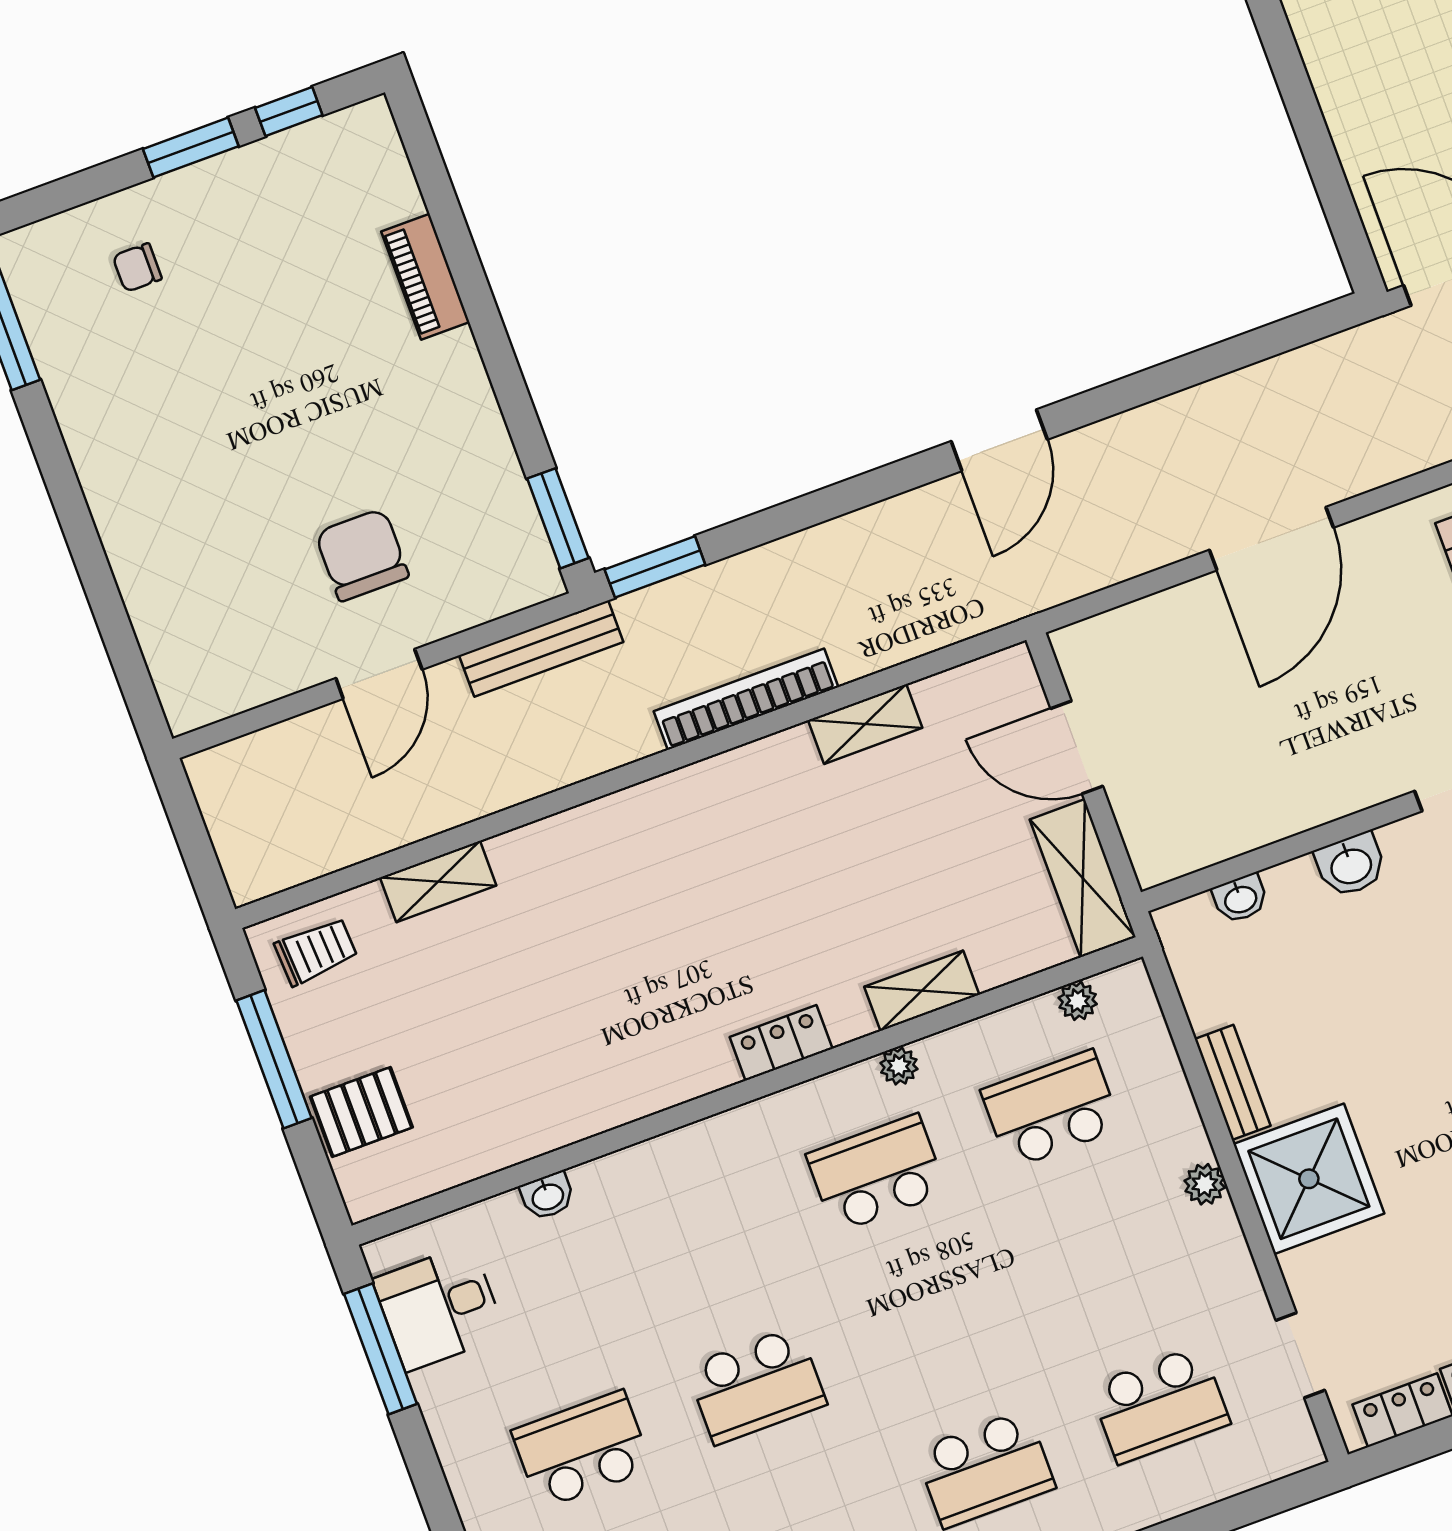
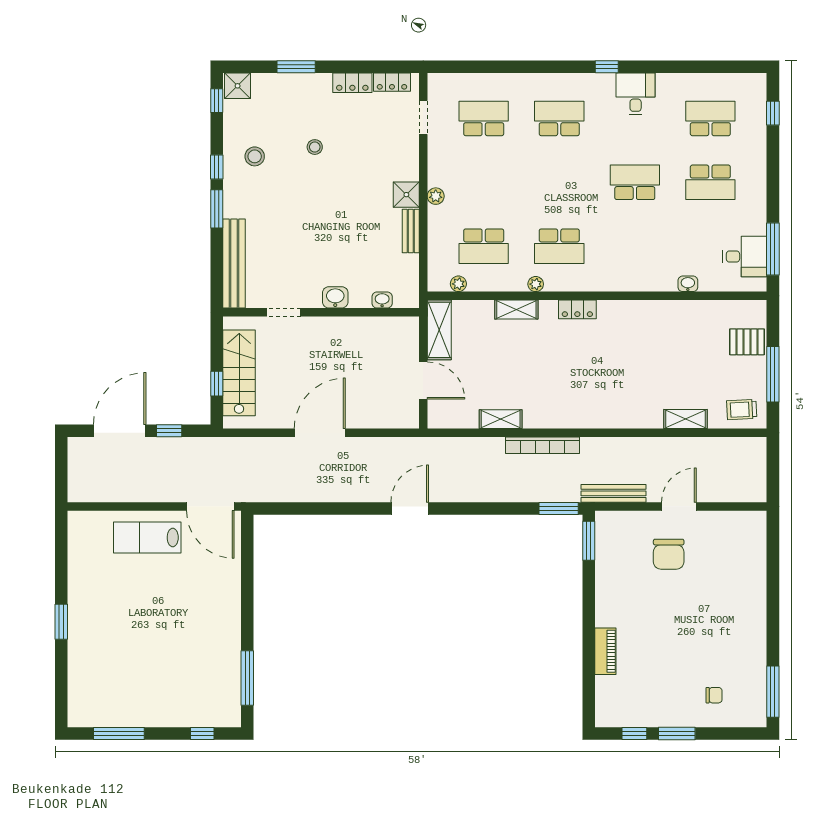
shower: (1309, 1179) -> (406, 195), width x0.54, depth x0.54

